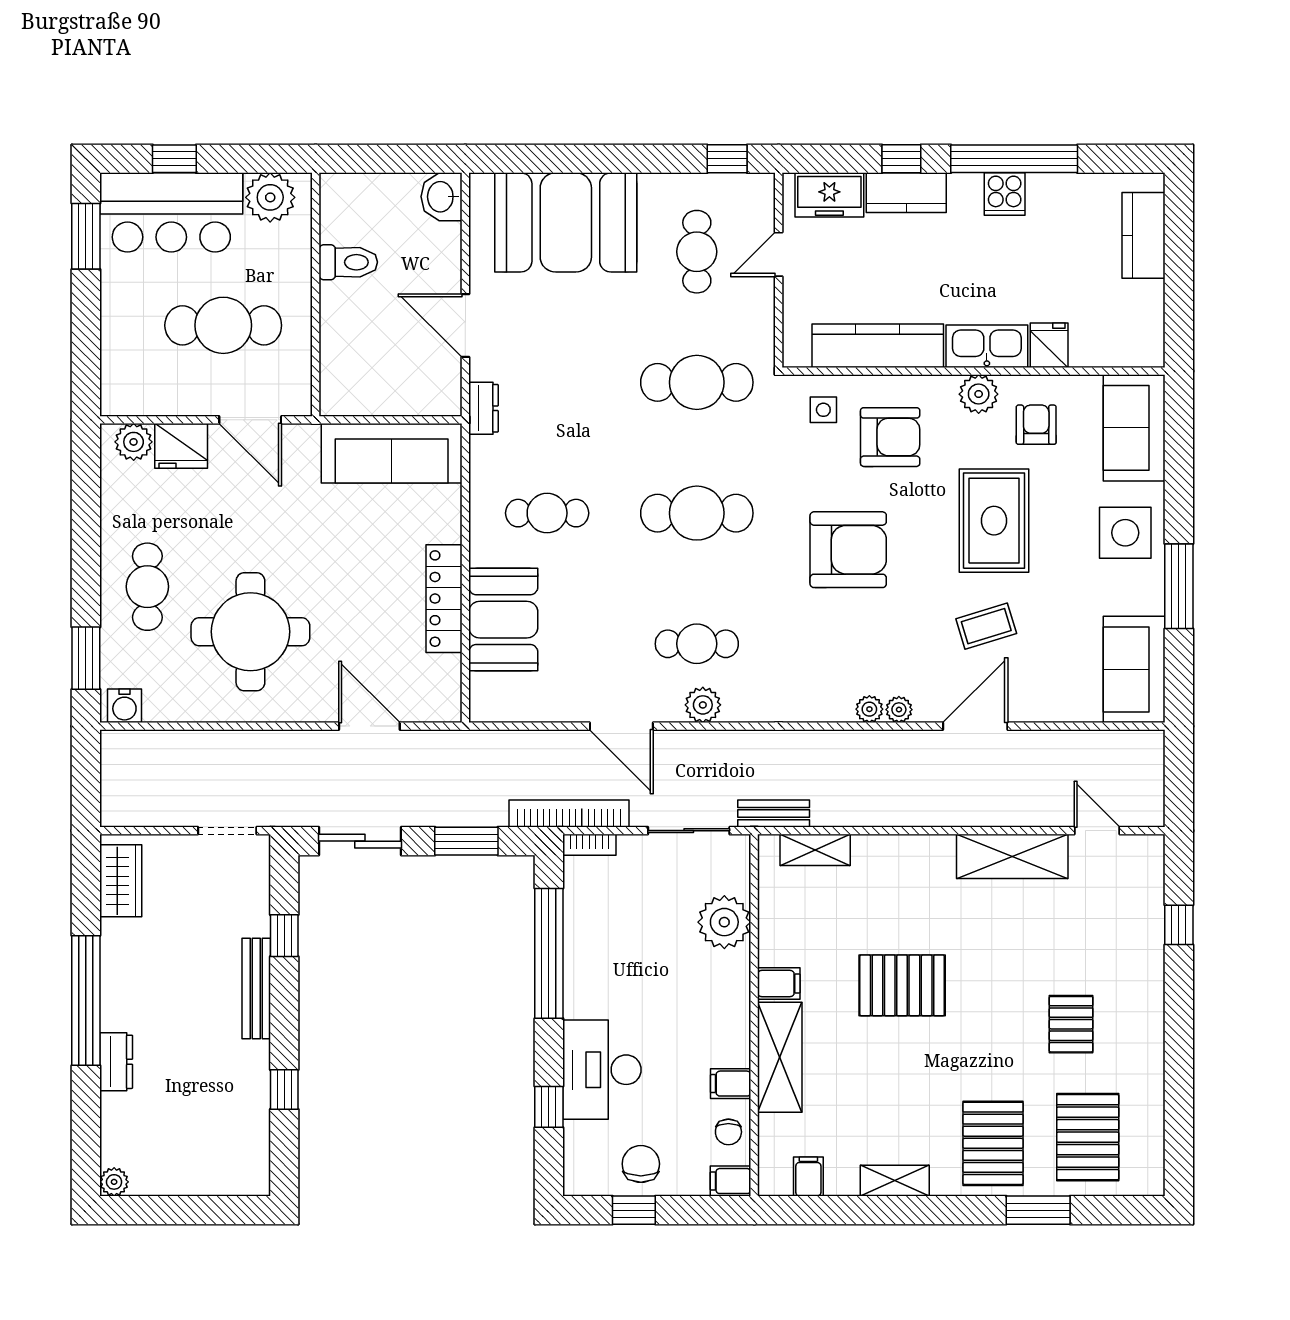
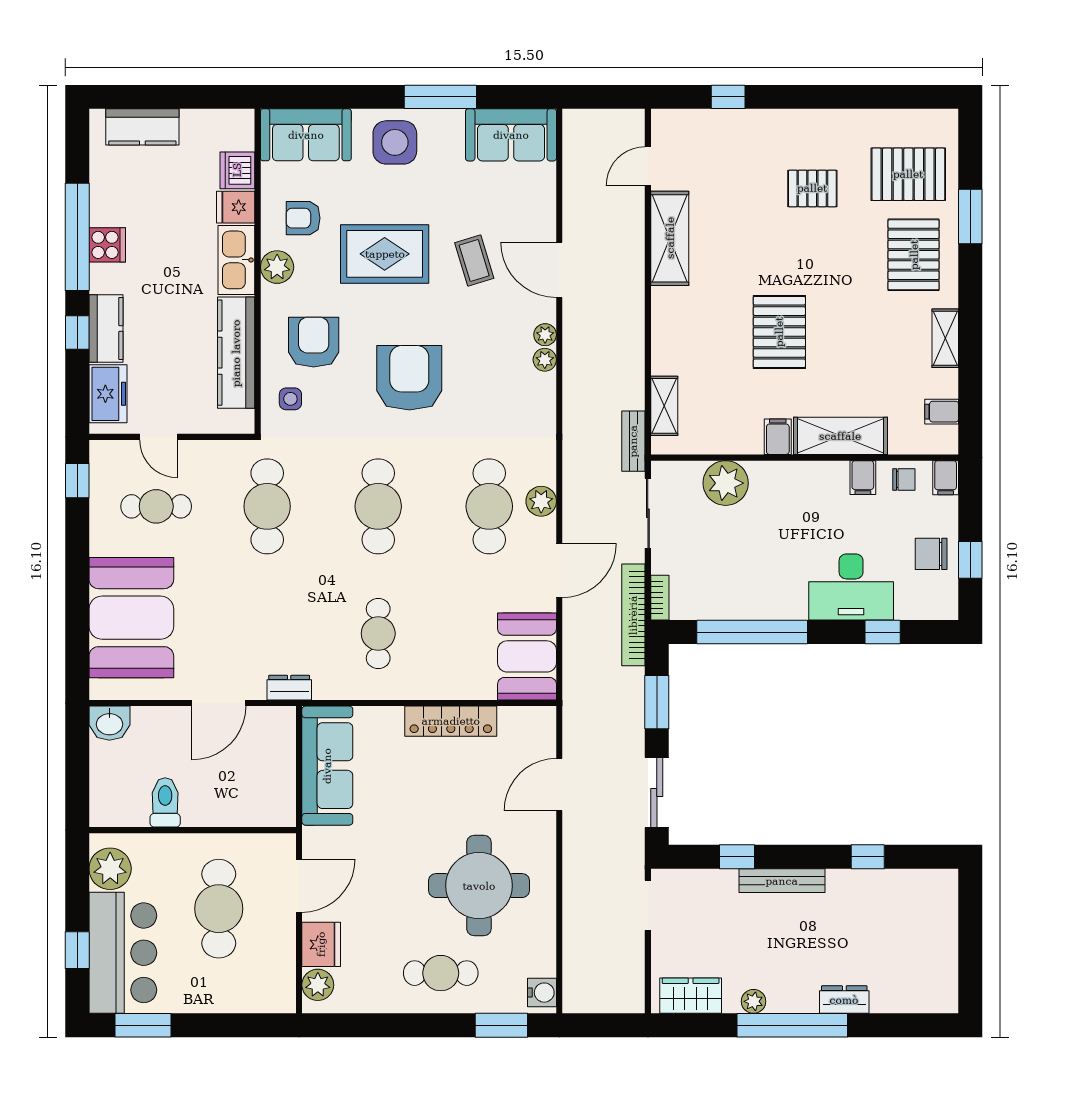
dishwasher: (1092, 347) -> (237, 170), added
booth: (503, 620) -> (527, 656), moved, turned 90
cafe table: (697, 644) -> (489, 506), width x1.37, depth x1.35
pallet: (993, 1143) -> (914, 255), turned 90
plant: (114, 1182) -> (754, 1001), moved

